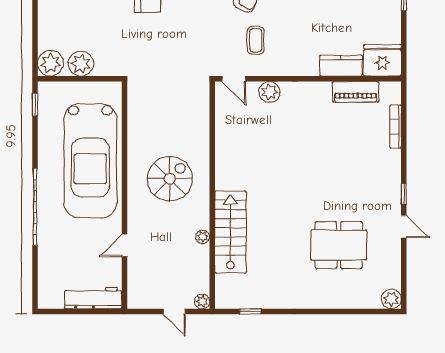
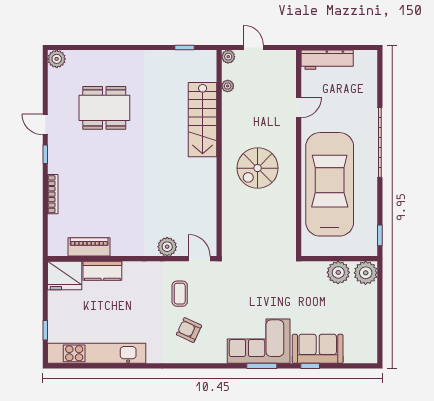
bookcase: (396, 127) -> (53, 194), moved
plant: (203, 237) -> (228, 86), moved

